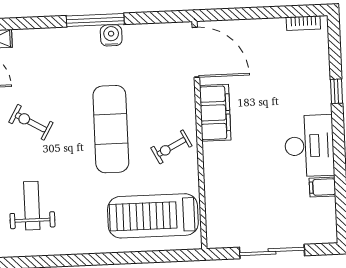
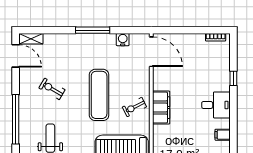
water cooler: (111, 35) -> (123, 40), moved
filing cabinet: (215, 113) -> (161, 108), moved
desk: (309, 146) -> (216, 105), width x0.73

